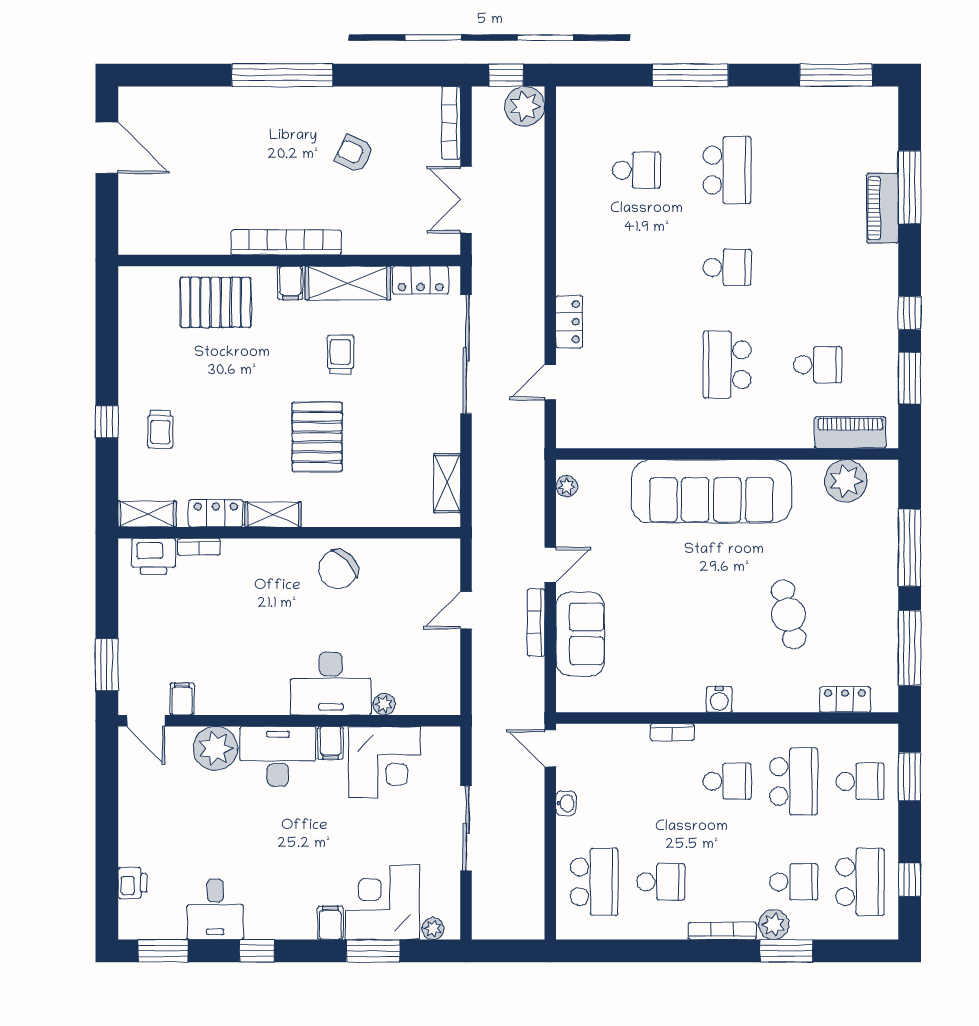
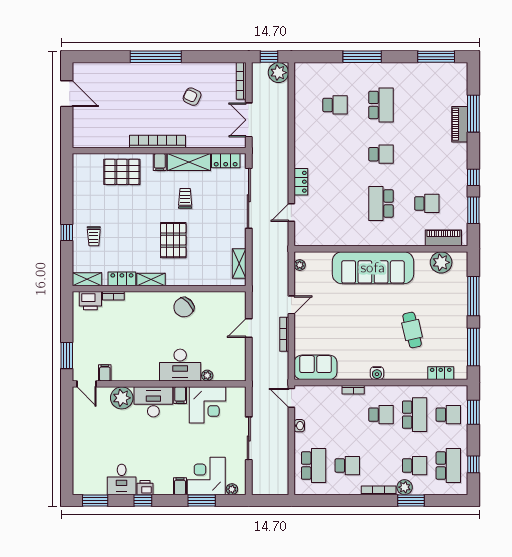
sofa: (580, 634) -> (316, 367), moved, turned -90
printer: (132, 883) -> (145, 488), moved, turned -90

